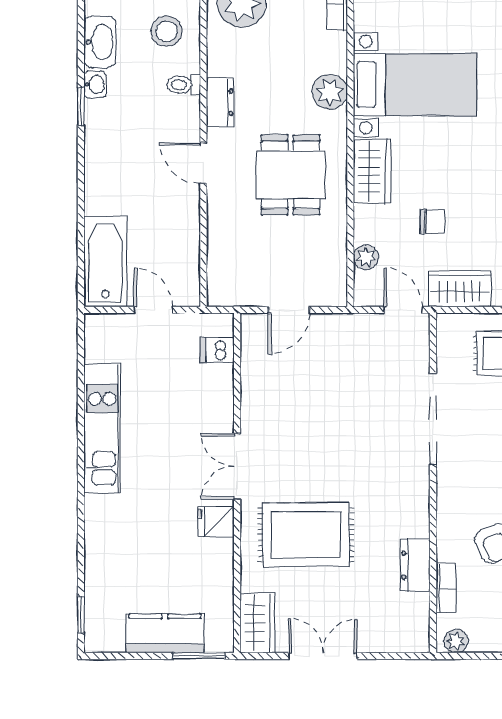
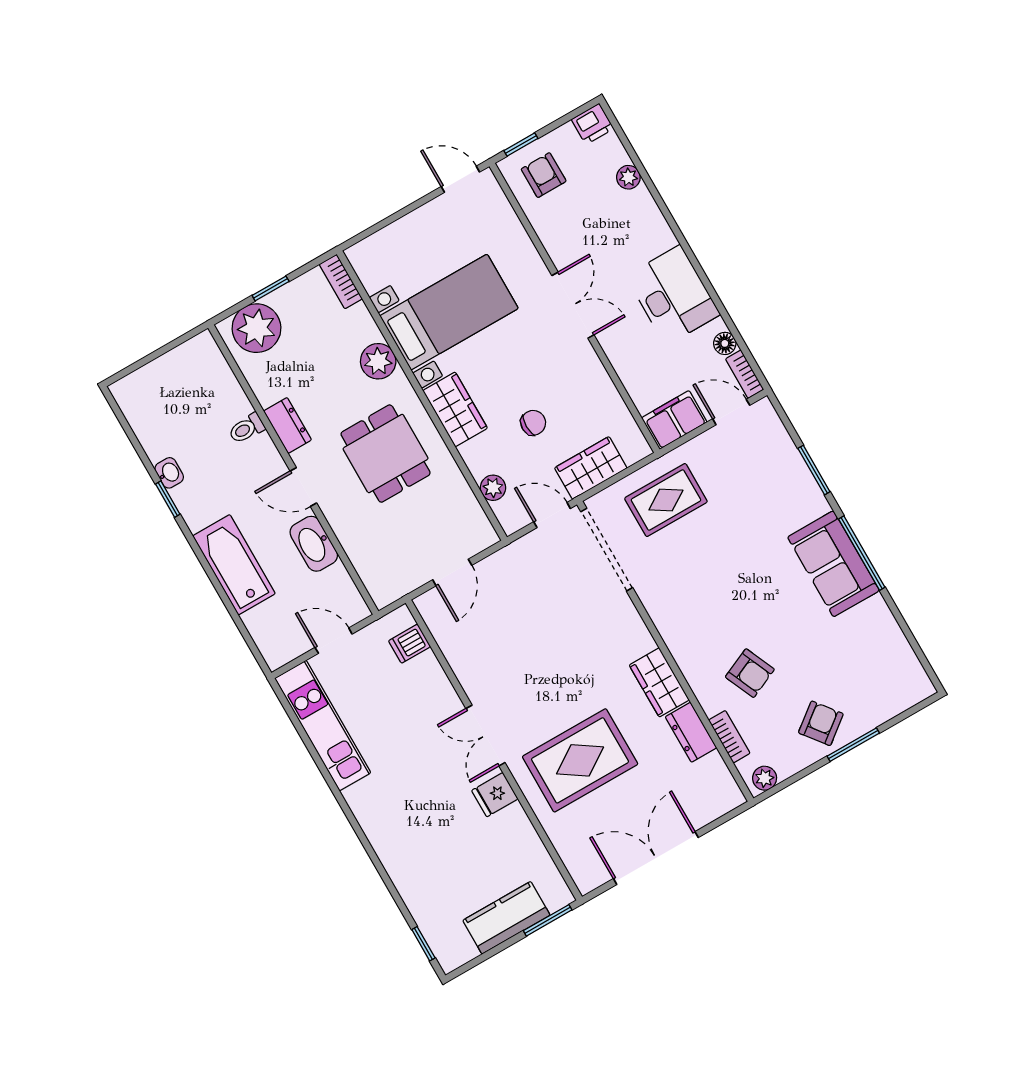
stool: (167, 31) -> (205, 390), removed
washbasin: (100, 42) -> (314, 544), moved, turned 180
bathtub: (105, 261) -> (234, 565), moved
doorway: (433, 419) -> (607, 550), moved
kitchen unit: (102, 428) -> (323, 726), moved
wardrobe: (257, 623) -> (659, 682), moved, turned 180
double door: (323, 656) -> (656, 858), width x1.37

